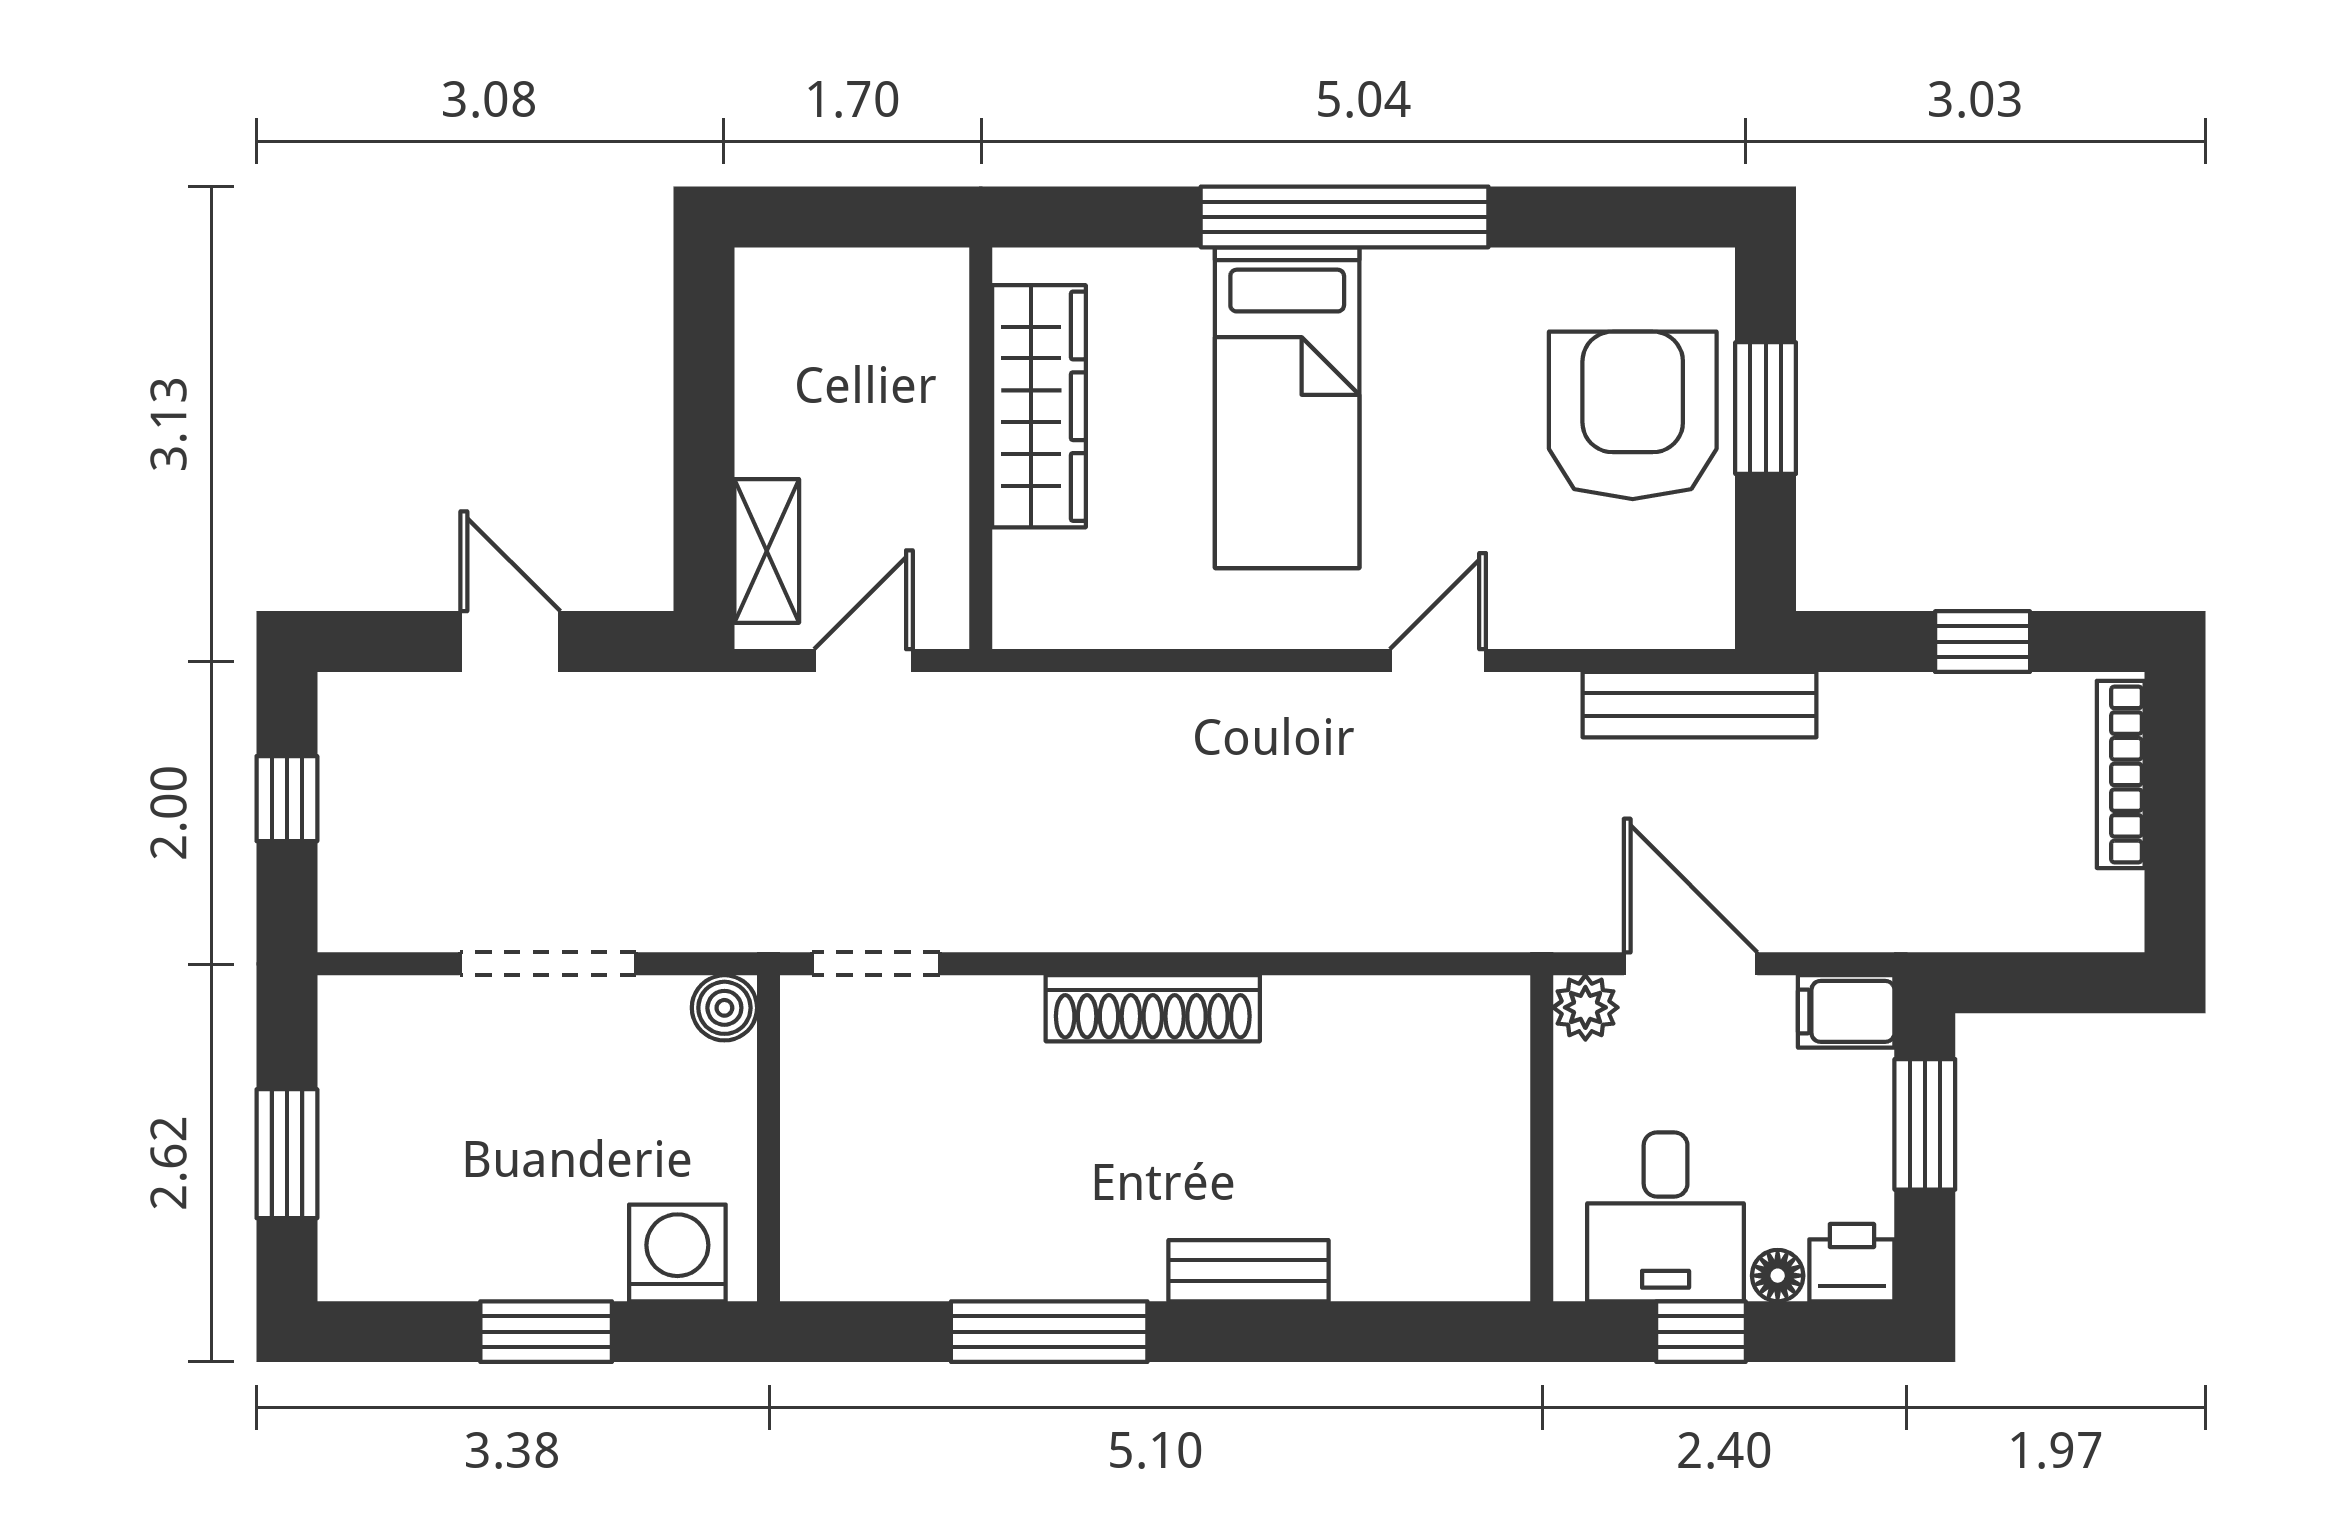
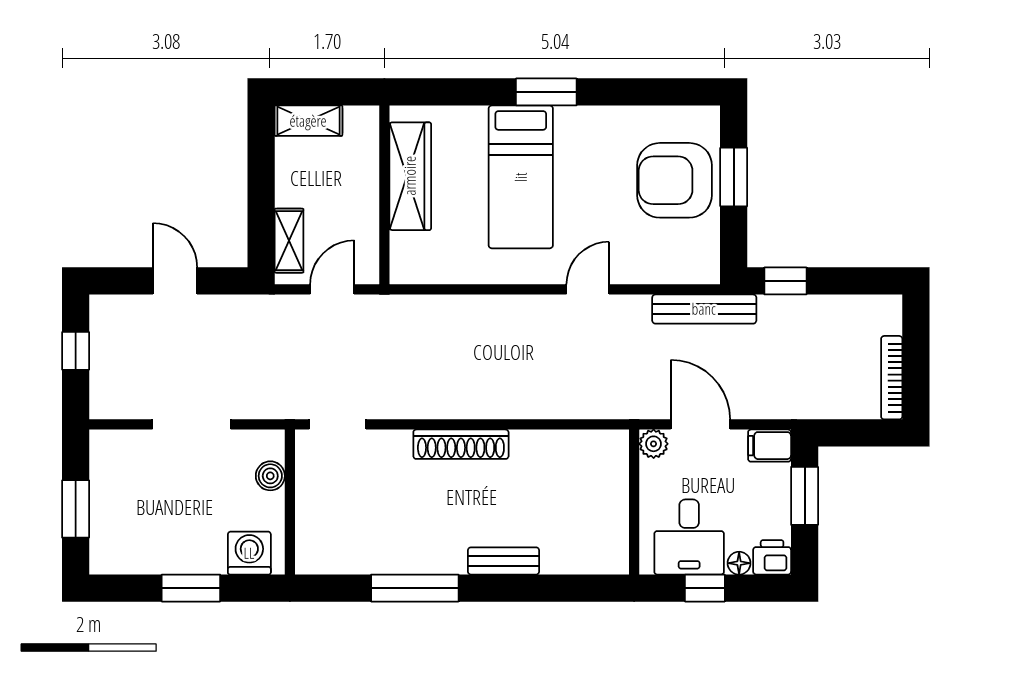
window: (1345, 217) -> (546, 92), width x0.47
shelving: (810, 281) -> (308, 121), added
armchair: (1633, 415) -> (675, 180), turned -90
window: (1983, 642) -> (785, 281), moved
bookcase: (2121, 774) -> (892, 378), moved
boiler: (724, 1008) -> (270, 476), moved

